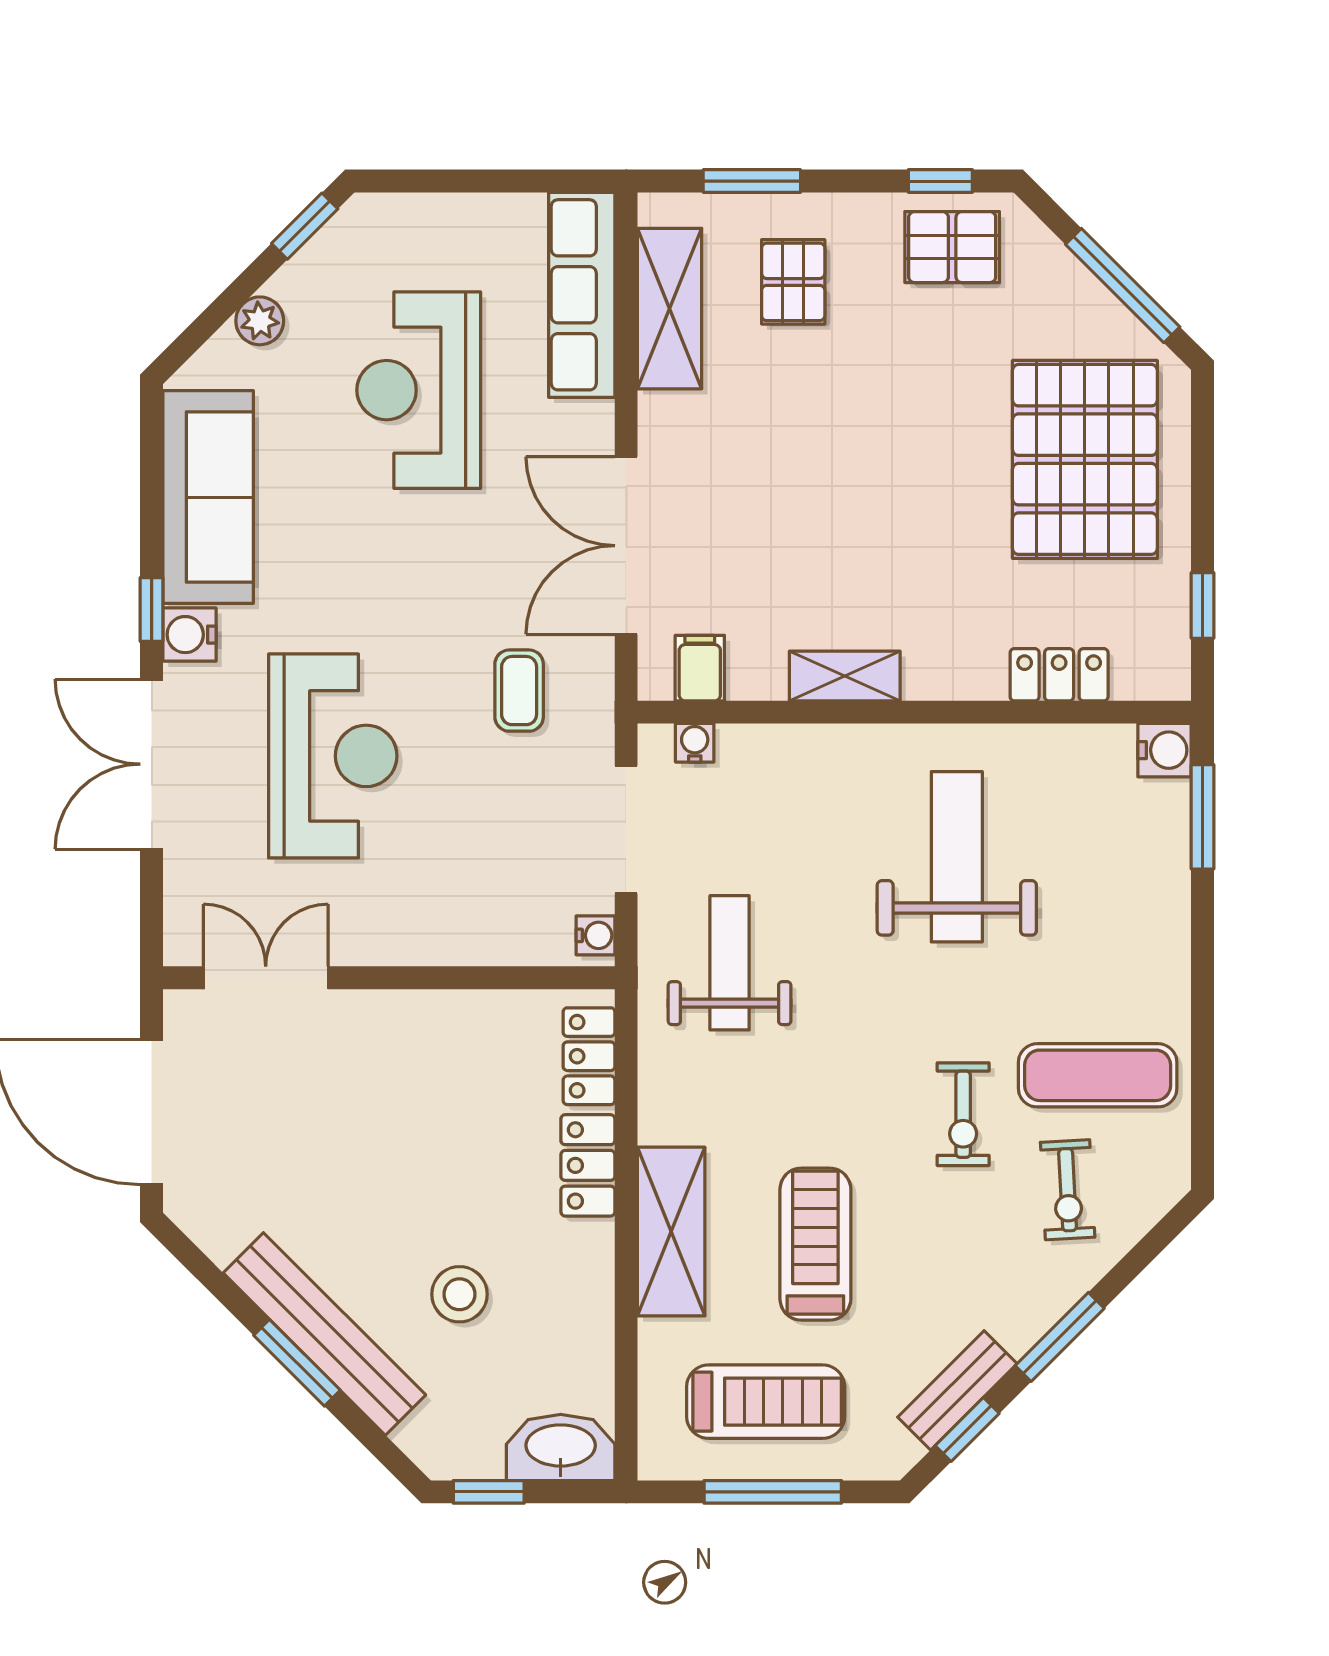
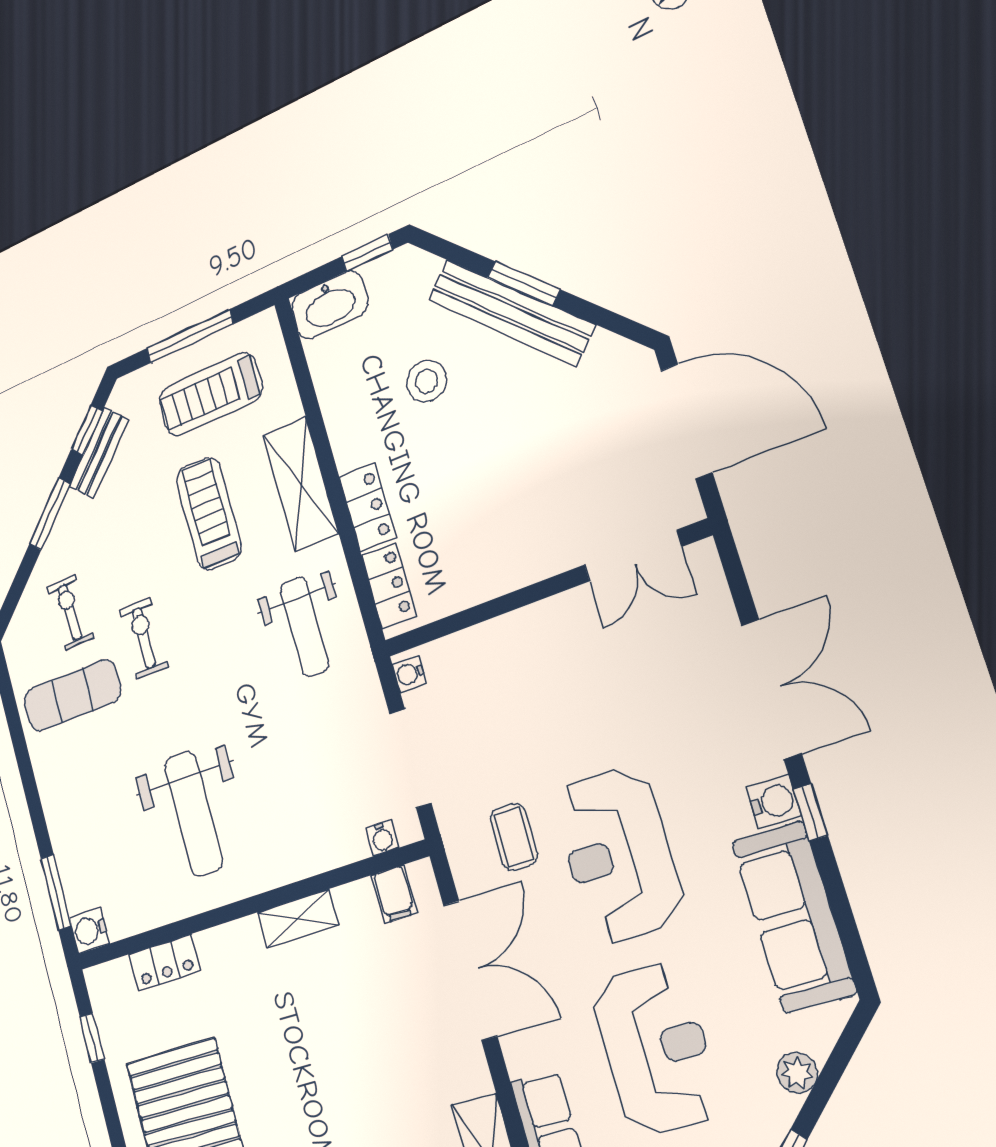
reception desk: (333, 756) -> (618, 855), moved
weight bench: (730, 963) -> (304, 627), moved
treadmill: (815, 1244) -> (209, 514), turned 180

